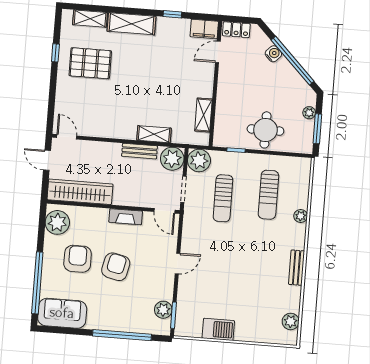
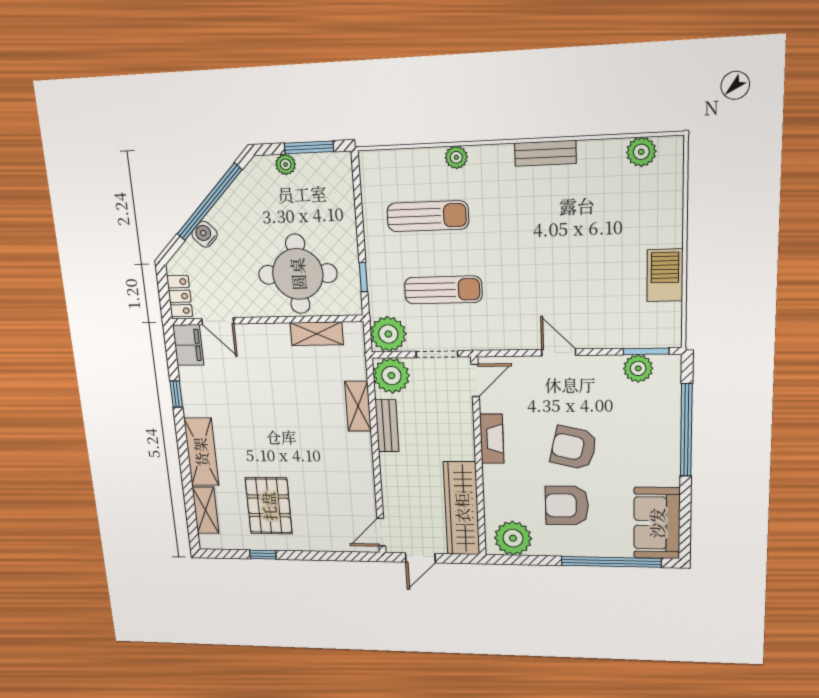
round table: (265, 130) -> (298, 274), moved, width x1.36, depth x1.36

